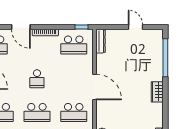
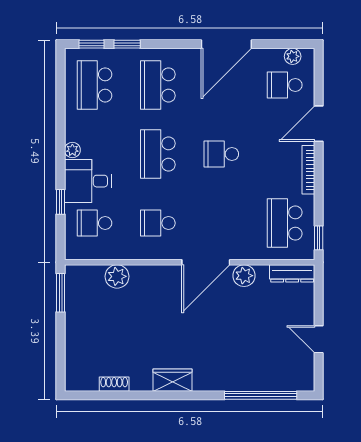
door: (136, 27) -> (319, 339), swing flipped
plant: (102, 67) -> (244, 276), added
wardrobe: (157, 92) -> (173, 380), moved
school desk: (74, 113) -> (158, 223), width x0.54

